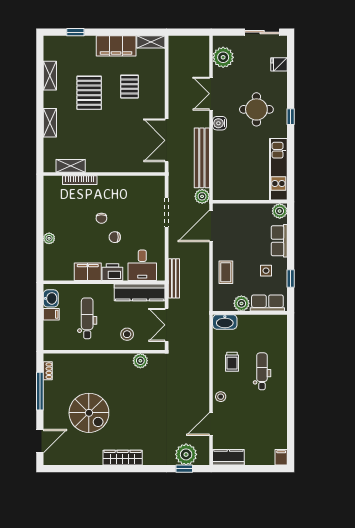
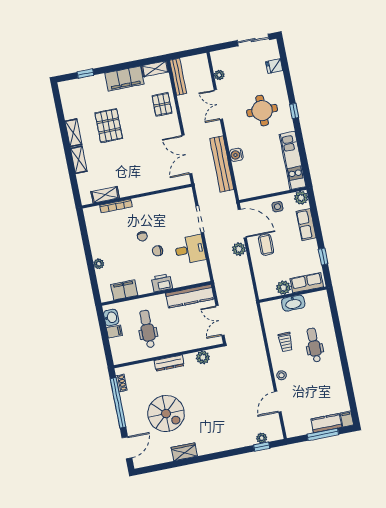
plant: (223, 57) -> (219, 75), width x0.53, depth x0.53
shelving: (50, 76) -> (73, 133), moved
pallet: (130, 87) -> (162, 104), moved
water cooler: (220, 123) -> (236, 155), moved
plant: (202, 196) -> (239, 249), moved
door: (211, 226) -> (242, 224), swing flipped
desk: (142, 265) -> (190, 249), moved, turned -90
side table: (266, 271) -> (277, 207), moved
filing cabinet: (88, 272) -> (124, 290), moved
coffee table: (226, 272) -> (266, 245), moved
bench: (174, 278) -> (178, 77), moved
washbasin: (225, 322) -> (293, 303), moved
stool: (127, 334) -> (186, 336), removed
dresser: (103, 359) -> (169, 363), added
window: (40, 391) -> (118, 403), width x1.46
plant: (186, 454) -> (262, 438), width x0.53, depth x0.53
kitchen counter: (228, 457) -> (326, 423), moved
wardrobe: (123, 458) -> (184, 452), moved, width x0.67
window: (252, 469) -> (323, 434), added

